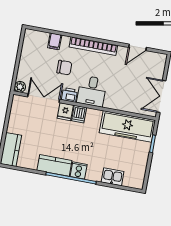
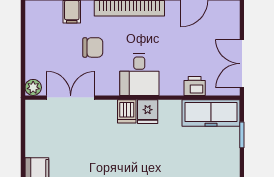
printer: (69, 95) -> (195, 86), moved
fridge: (65, 112) -> (148, 112), moved
freezer: (127, 126) -> (211, 113), width x0.73, depth x0.79

